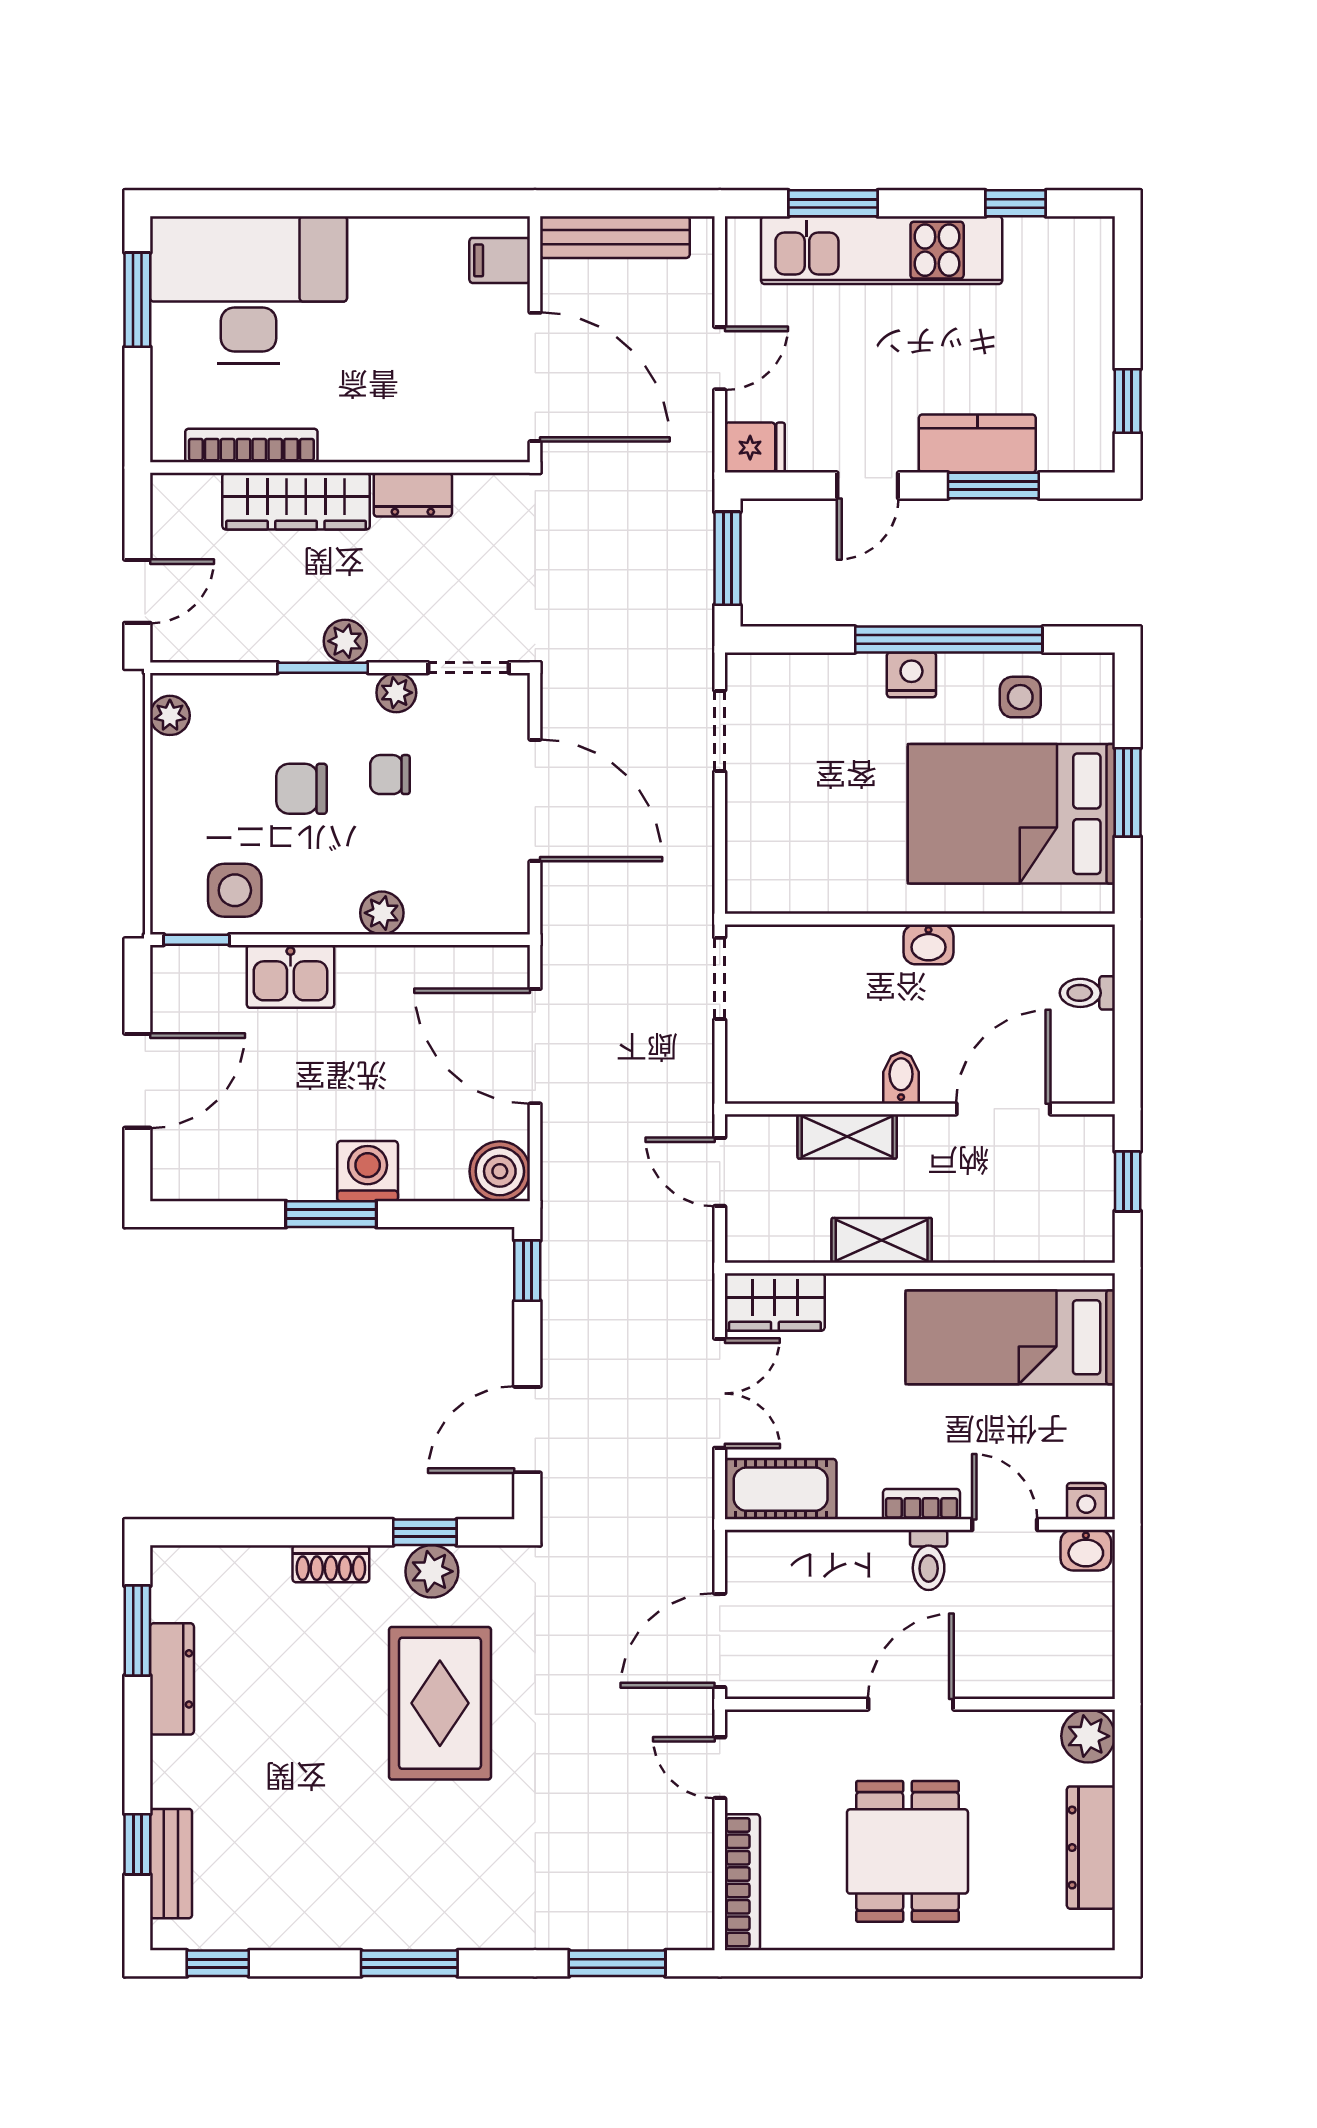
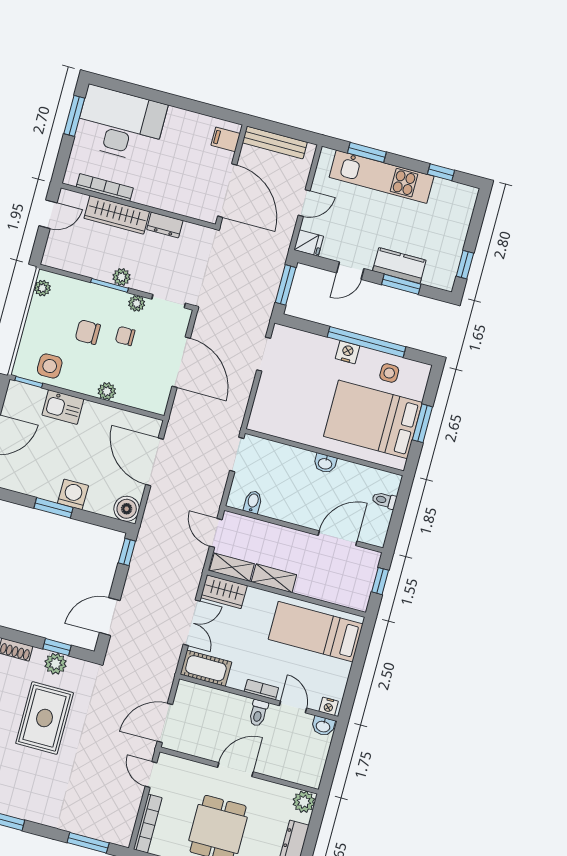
door: (137, 591) -> (48, 214), moved
bidet: (901, 1078) -> (253, 502), moved
shelving: (847, 1136) -> (232, 567), moved

